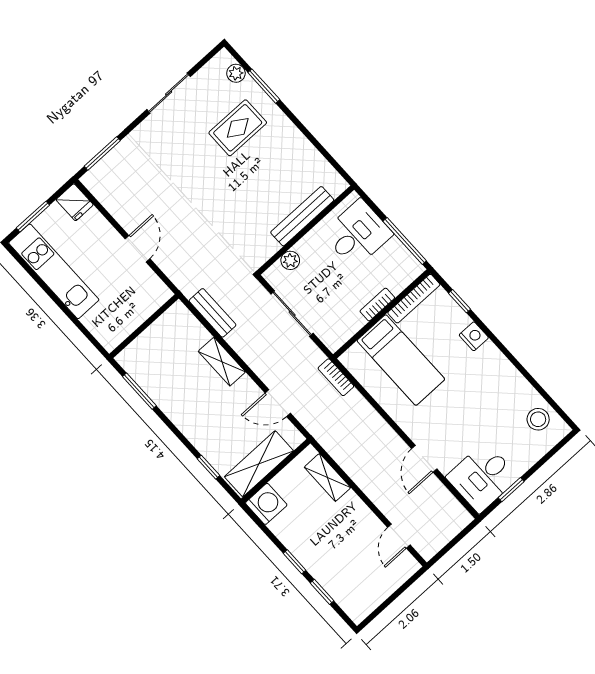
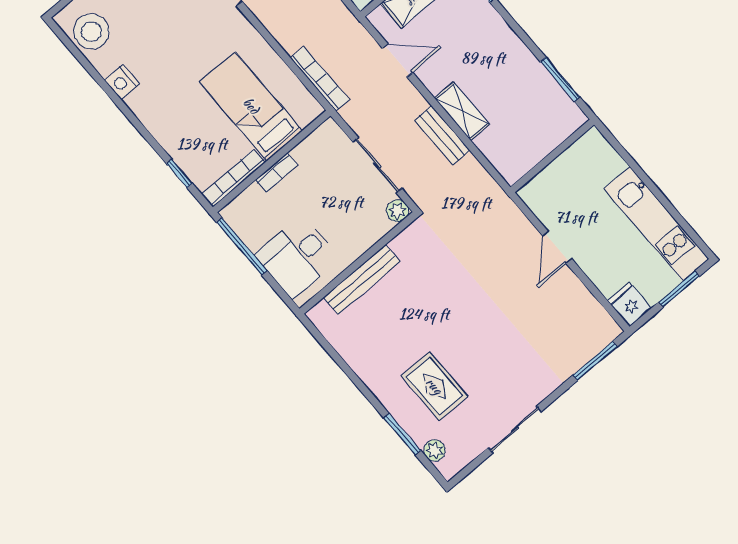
rug: (238, 128) -> (434, 386), turned 90
plant: (290, 260) -> (398, 211), moved
bench: (213, 313) -> (442, 135), moved
nightstand: (474, 336) -> (122, 82), moved
bookcase: (336, 377) -> (320, 79), width x1.56
stool: (538, 419) -> (91, 32), width x1.38, depth x1.38

